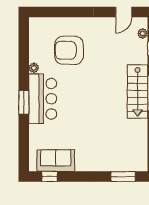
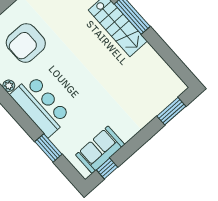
window: (24, 102) -> (48, 148), moved

